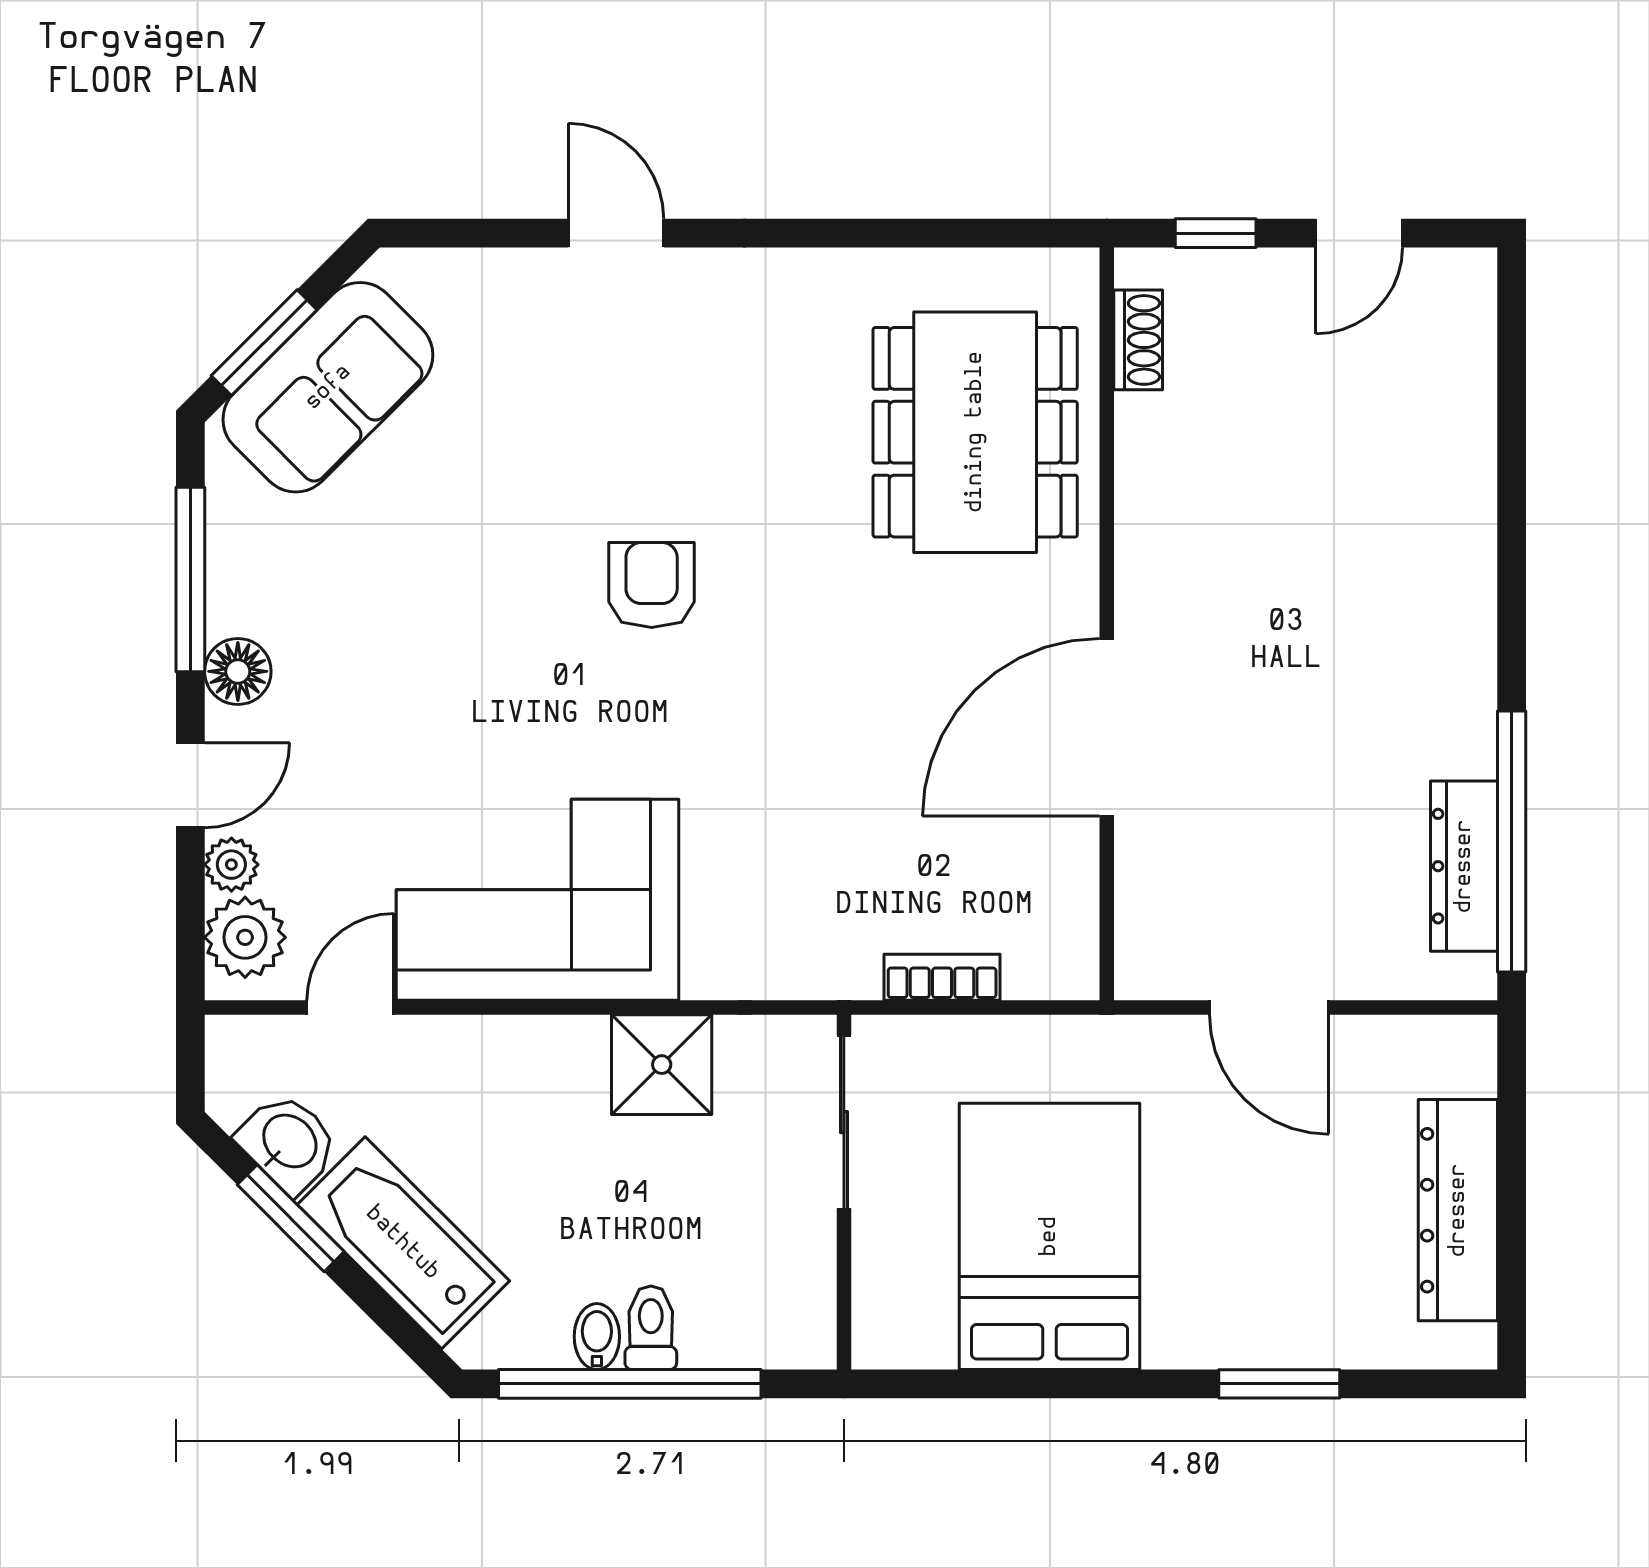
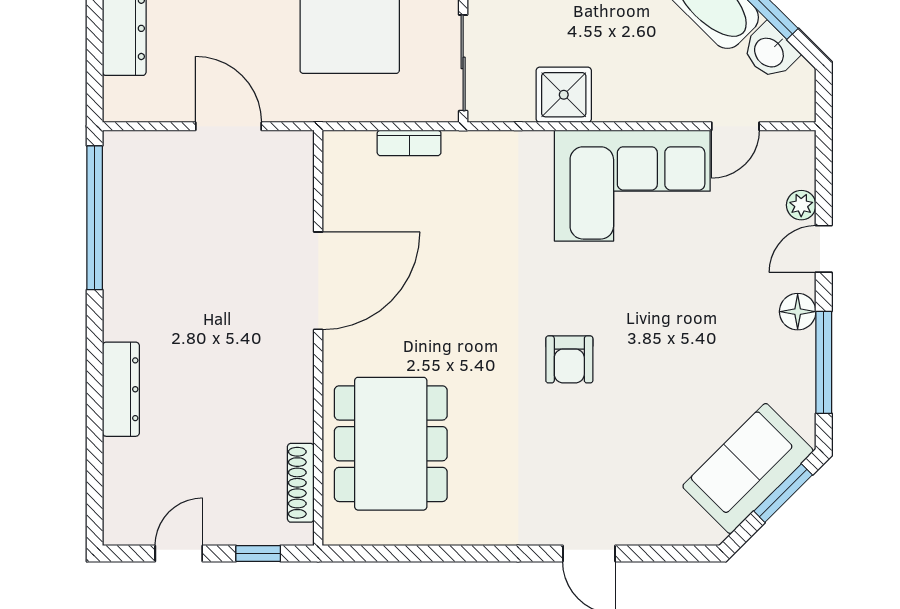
shoe rack: (1138, 340) -> (301, 483), width x1.43
dresser: (1464, 866) -> (121, 389), moved
plant: (245, 937) -> (794, 165), removed

